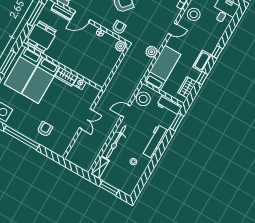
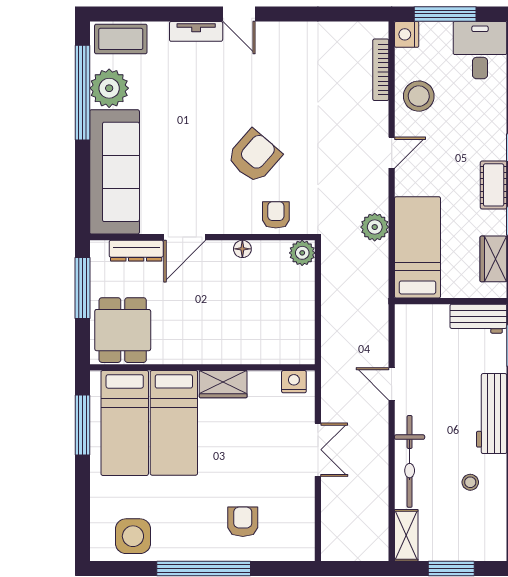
nightstand: (80, 83) -> (294, 382), moved
stool: (143, 99) -> (415, 337), removed
door: (126, 111) -> (392, 384), hinge flipped

